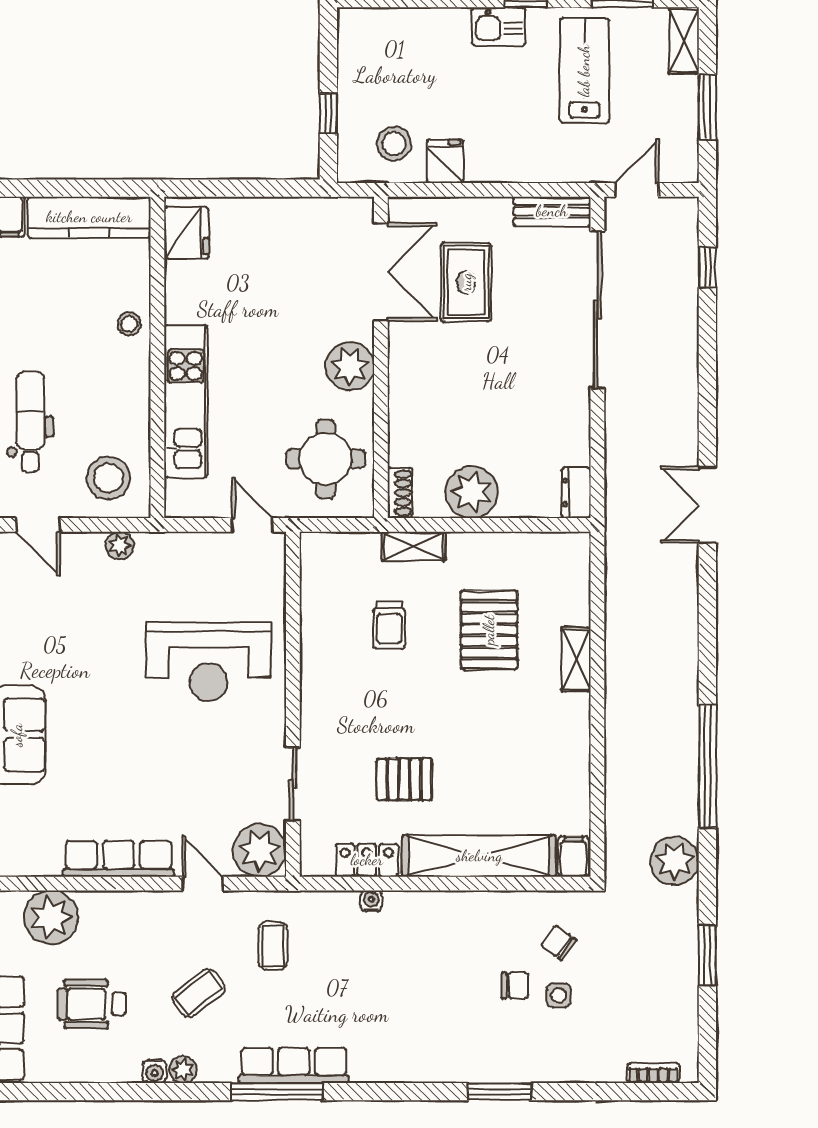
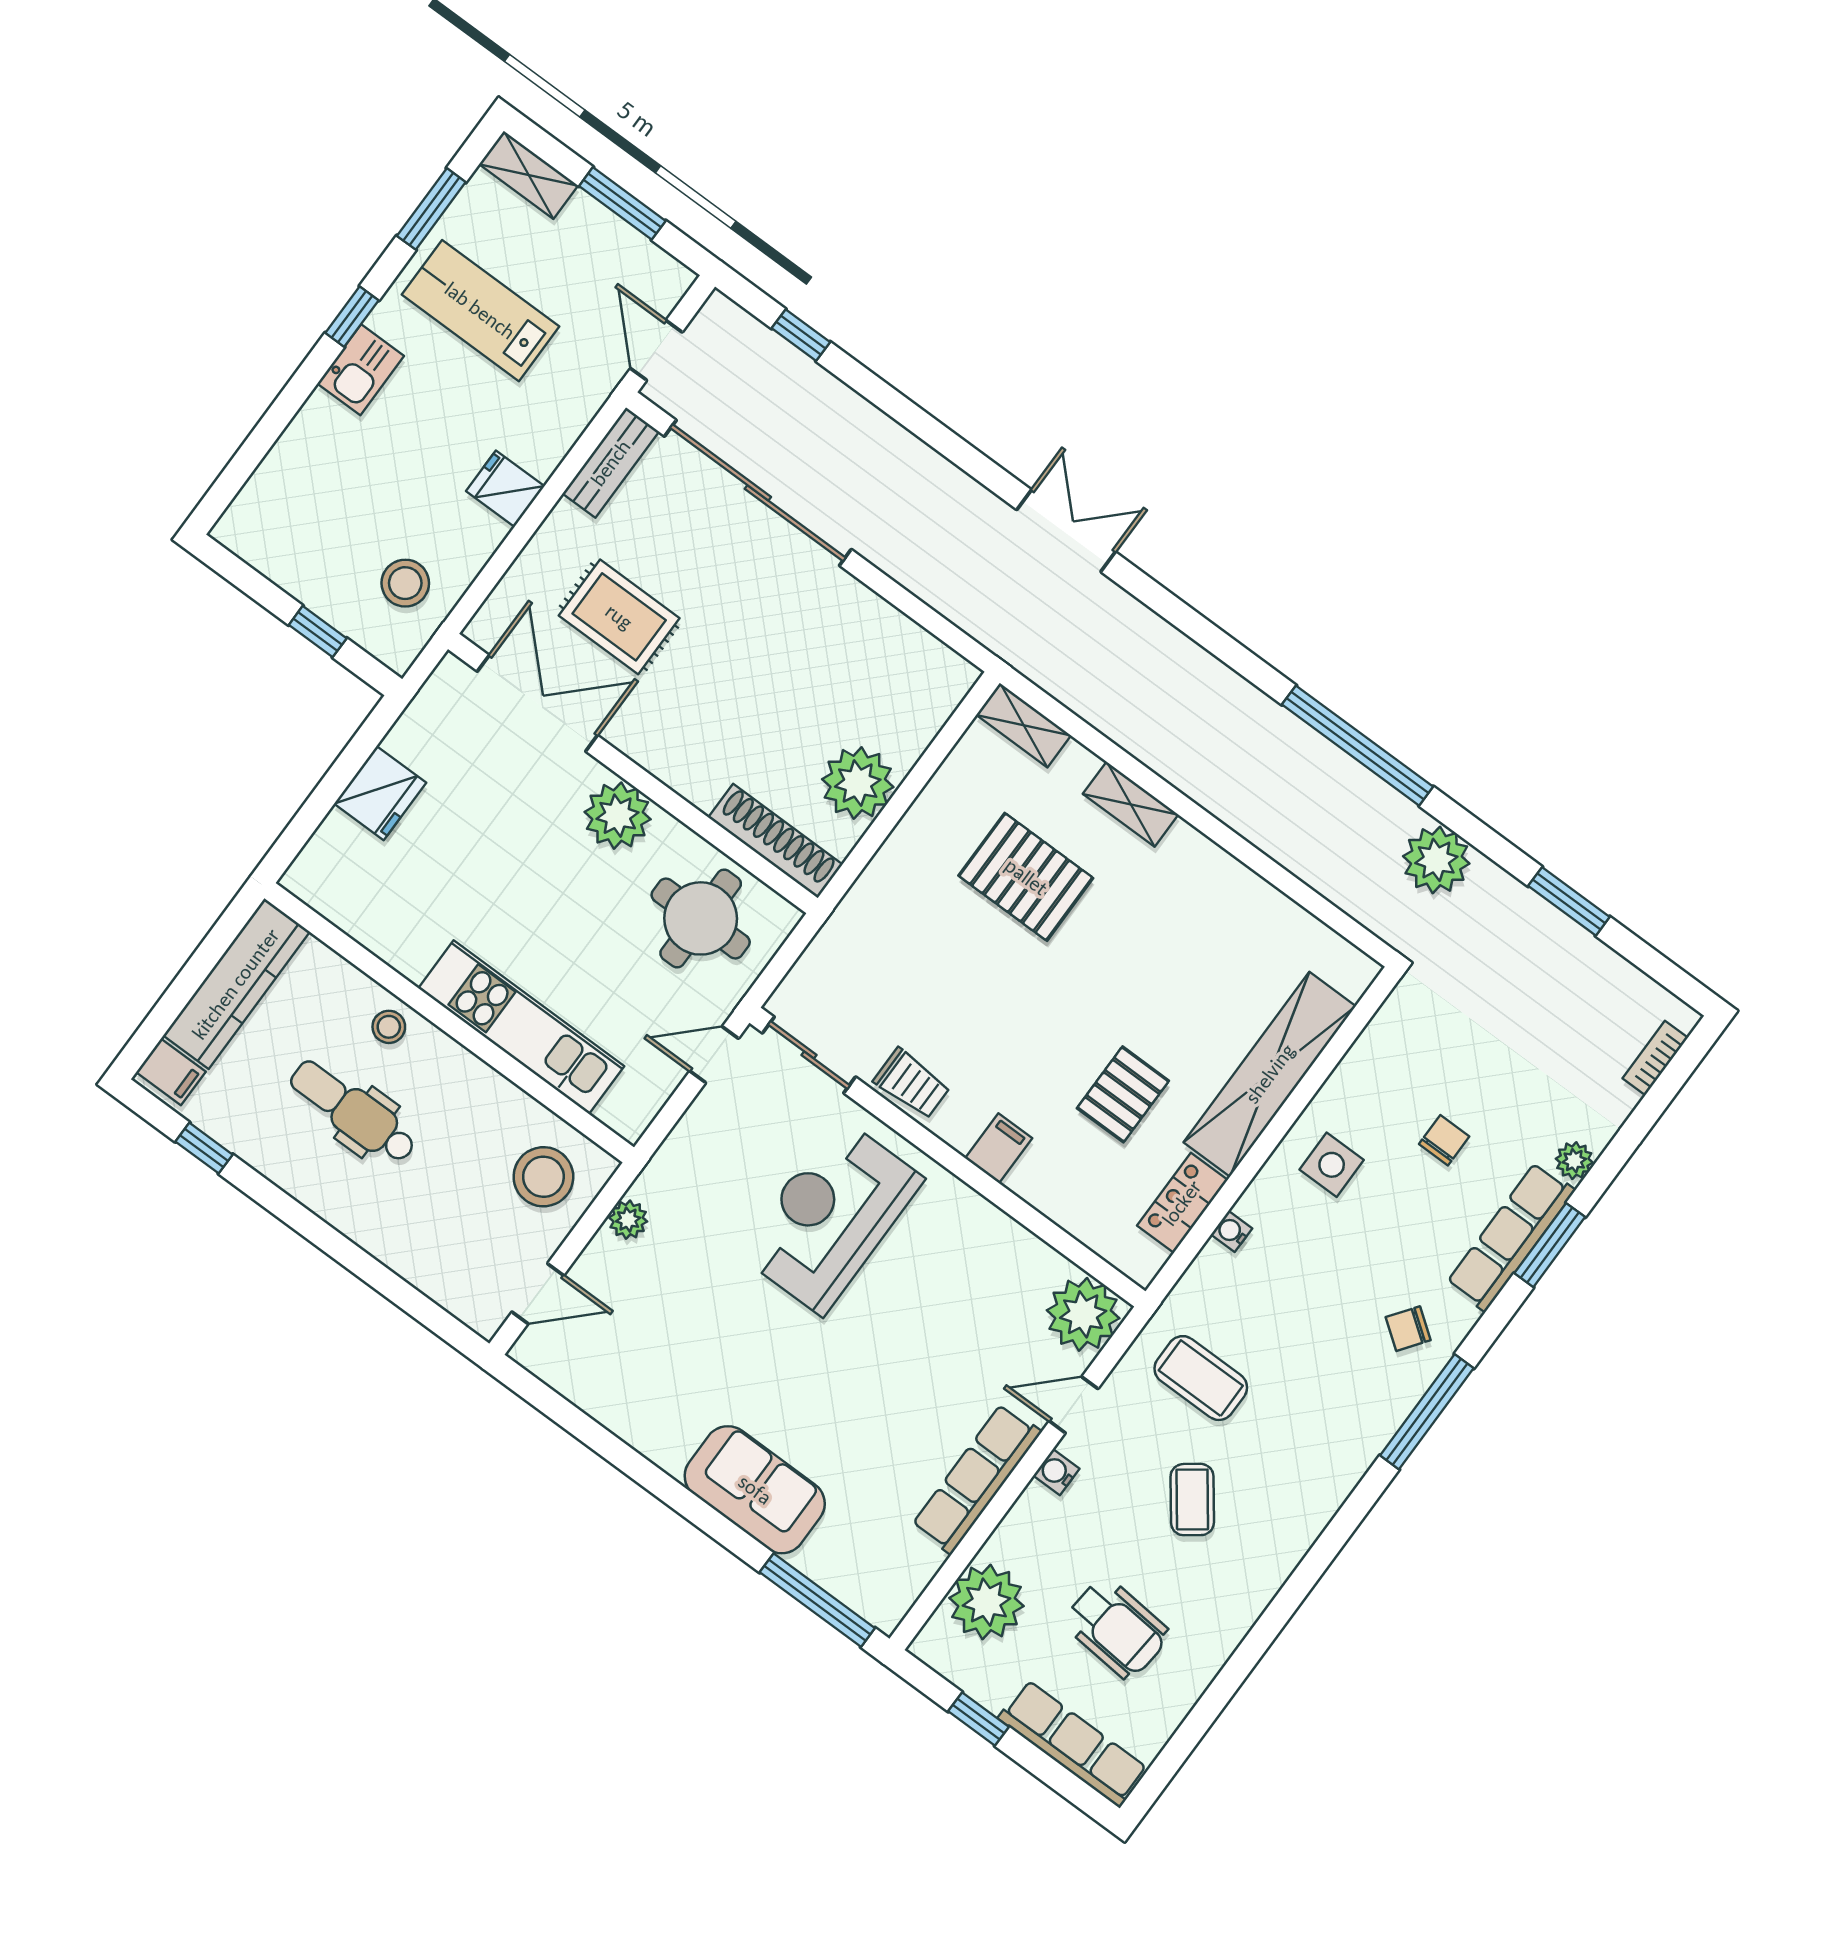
fridge: (445, 161) -> (505, 489), moved
fridge: (187, 233) -> (380, 793), moved, turned 90
dental chair: (30, 422) -> (353, 1112), moved
dresser: (576, 492) -> (944, 667), removed
shoe rack: (400, 493) -> (775, 841), width x1.94, depth x1.24
double door: (707, 505) -> (1066, 531), swing flipped
shelving: (414, 546) -> (1024, 725), moved, turned 90
trolley: (389, 625) -> (912, 1084), moved
reception desk: (208, 662) -> (831, 1216), turned 180
sliding door: (293, 784) -> (809, 1055), moved
filing cabinet: (573, 857) -> (999, 1148), moved, turned 90
chair: (559, 943) -> (1408, 1329), moved
coffee table: (273, 946) -> (1201, 1378), width x1.36, depth x1.30
side table: (559, 995) -> (1332, 1165), moved, width x1.37, depth x1.37
wheelchair: (92, 1004) -> (1116, 1628), turned -85
row of seats: (294, 1065) -> (1511, 1237), moved
plant: (183, 1070) -> (1574, 1161), moved
water cooler: (155, 1071) -> (1056, 1472), moved, turned 180
window: (277, 1092) -> (1427, 1412), moved

